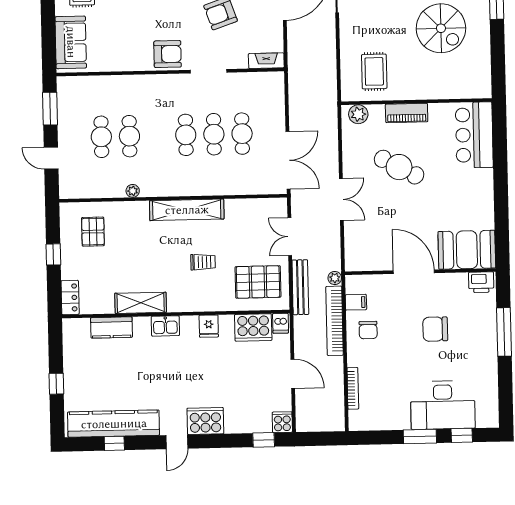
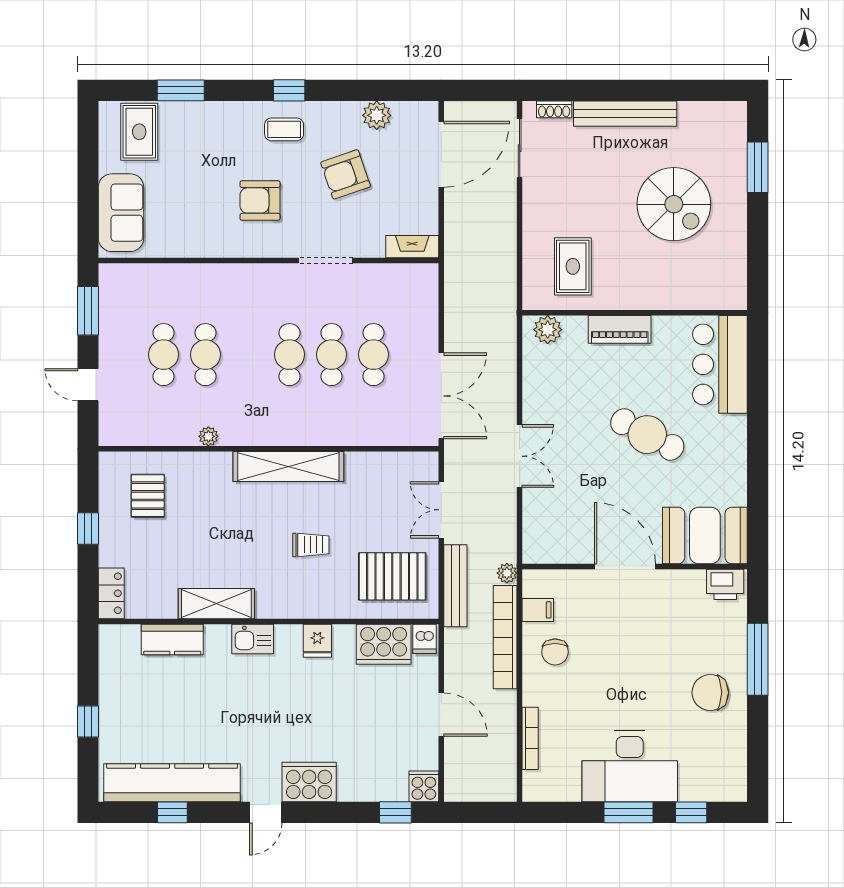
armchair: (168, 54) -> (260, 200), moved, turned 180
cafe table: (399, 167) -> (647, 435), moved
chair: (435, 329) -> (710, 692), moved
desk: (443, 405) -> (630, 766), moved

